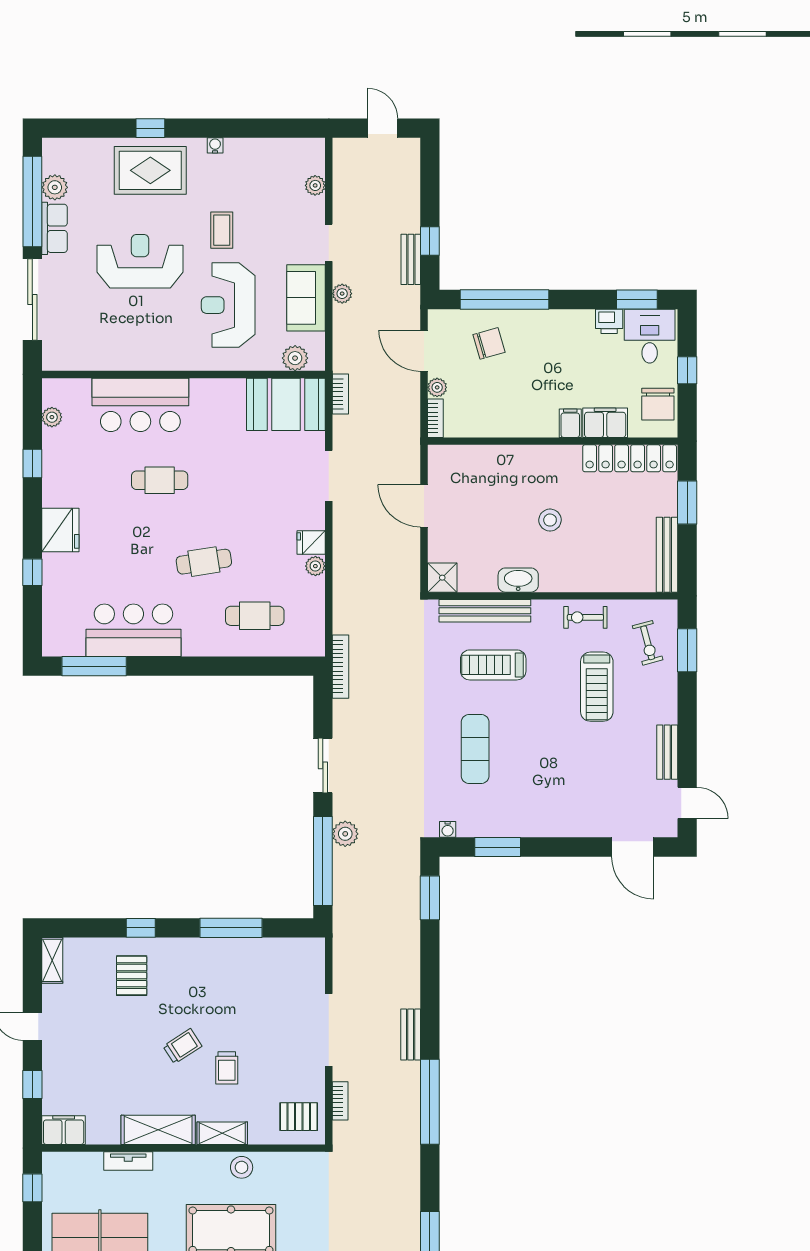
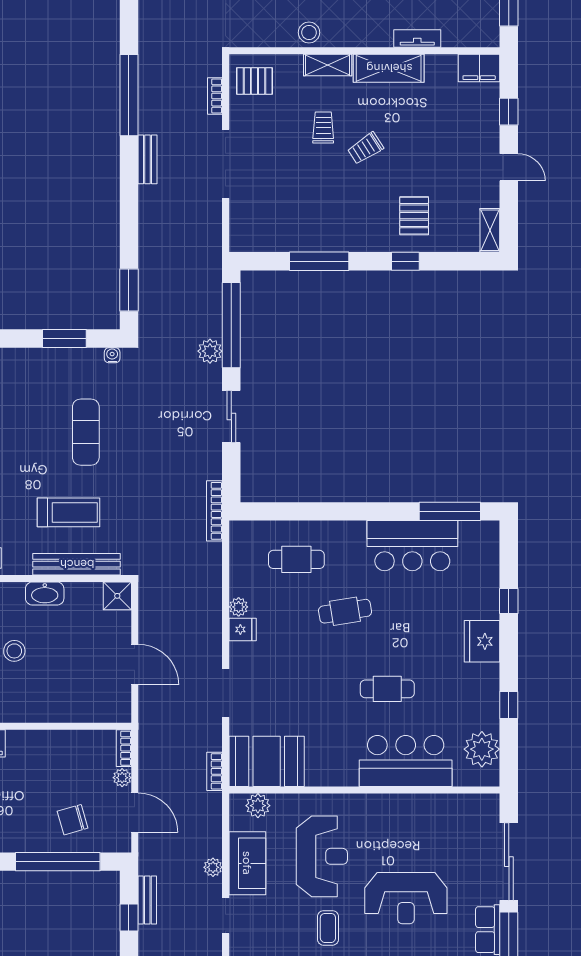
plant: (52, 417) -> (482, 749), width x1.88, depth x1.88

